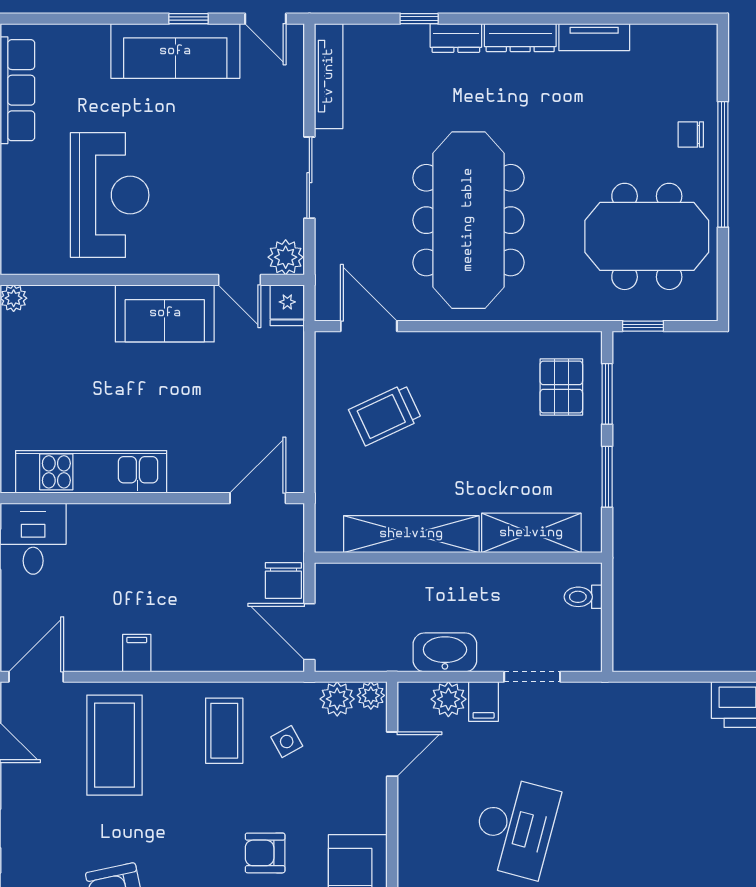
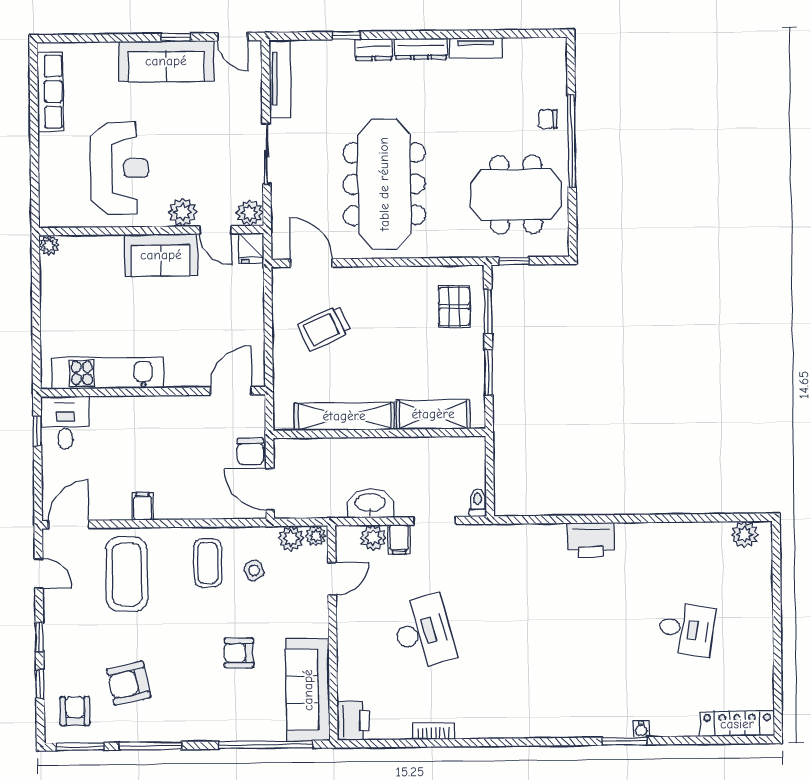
plant: (195, 256) -> (183, 212), added
toilet: (583, 597) -> (478, 503), moved, turned 90
desk: (515, 827) -> (423, 632), turned -30

